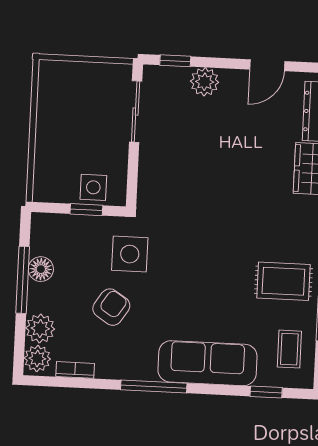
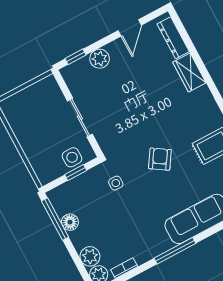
sliding door: (136, 111) -> (80, 117), moved
side table: (130, 254) -> (116, 183), width x0.54, depth x0.54
window: (23, 280) -> (55, 219), moved
armchair: (111, 307) -> (160, 159), moved

